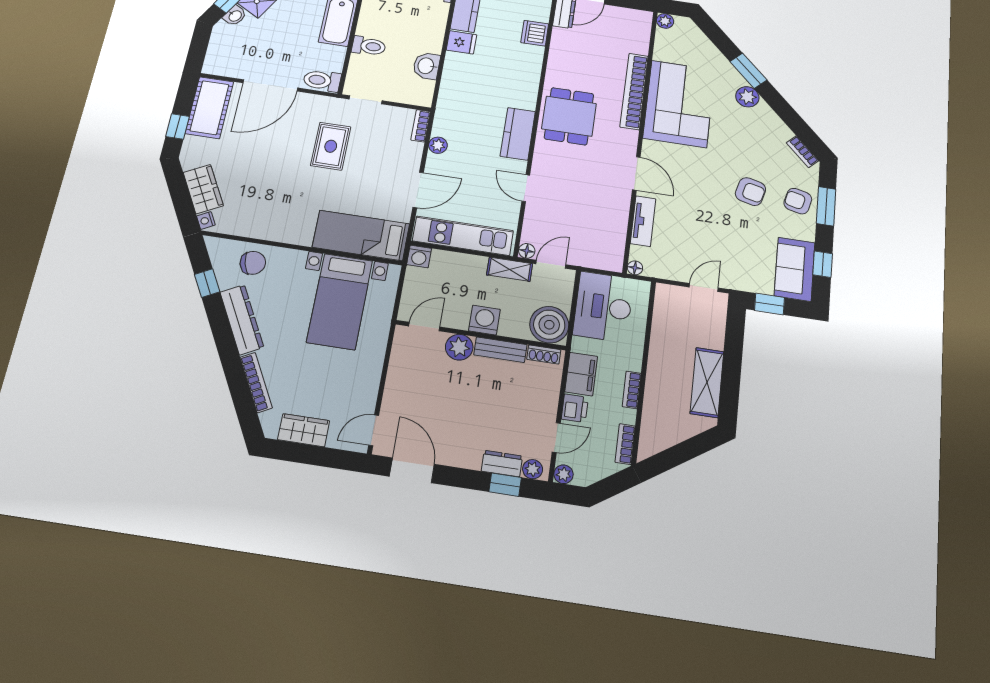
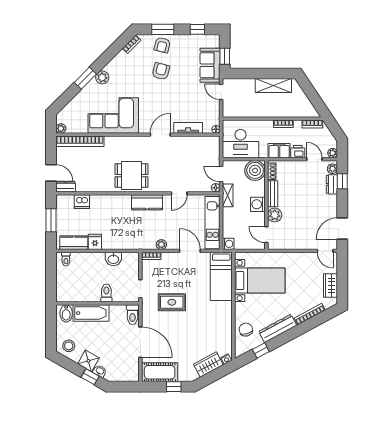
bookcase: (634, 91) -> (80, 141), moved
sofa: (795, 269) -> (210, 65), moved, turned 90

